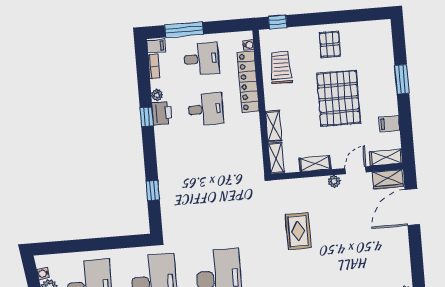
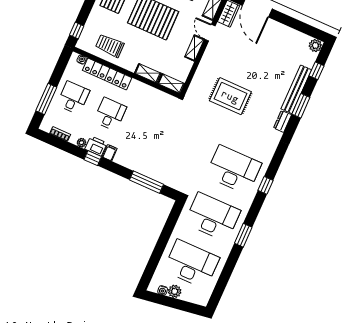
filing cabinet: (156, 46) -> (110, 153), moved
shelving: (315, 164) -> (194, 48), moved
plant: (334, 181) -> (209, 52), removed
window: (153, 190) -> (146, 182), width x2.17
rug: (298, 231) -> (230, 96), width x1.36, depth x1.43

